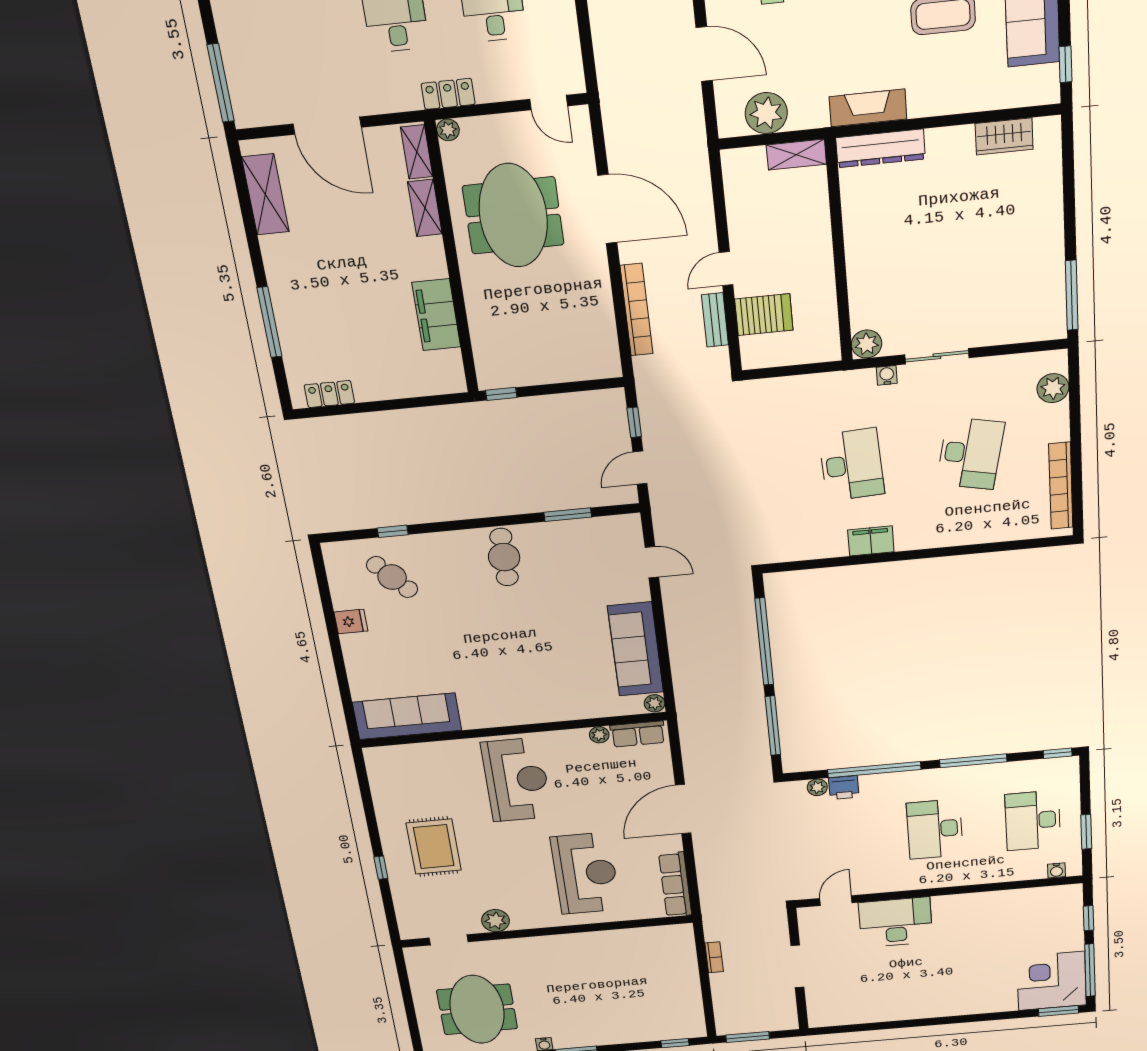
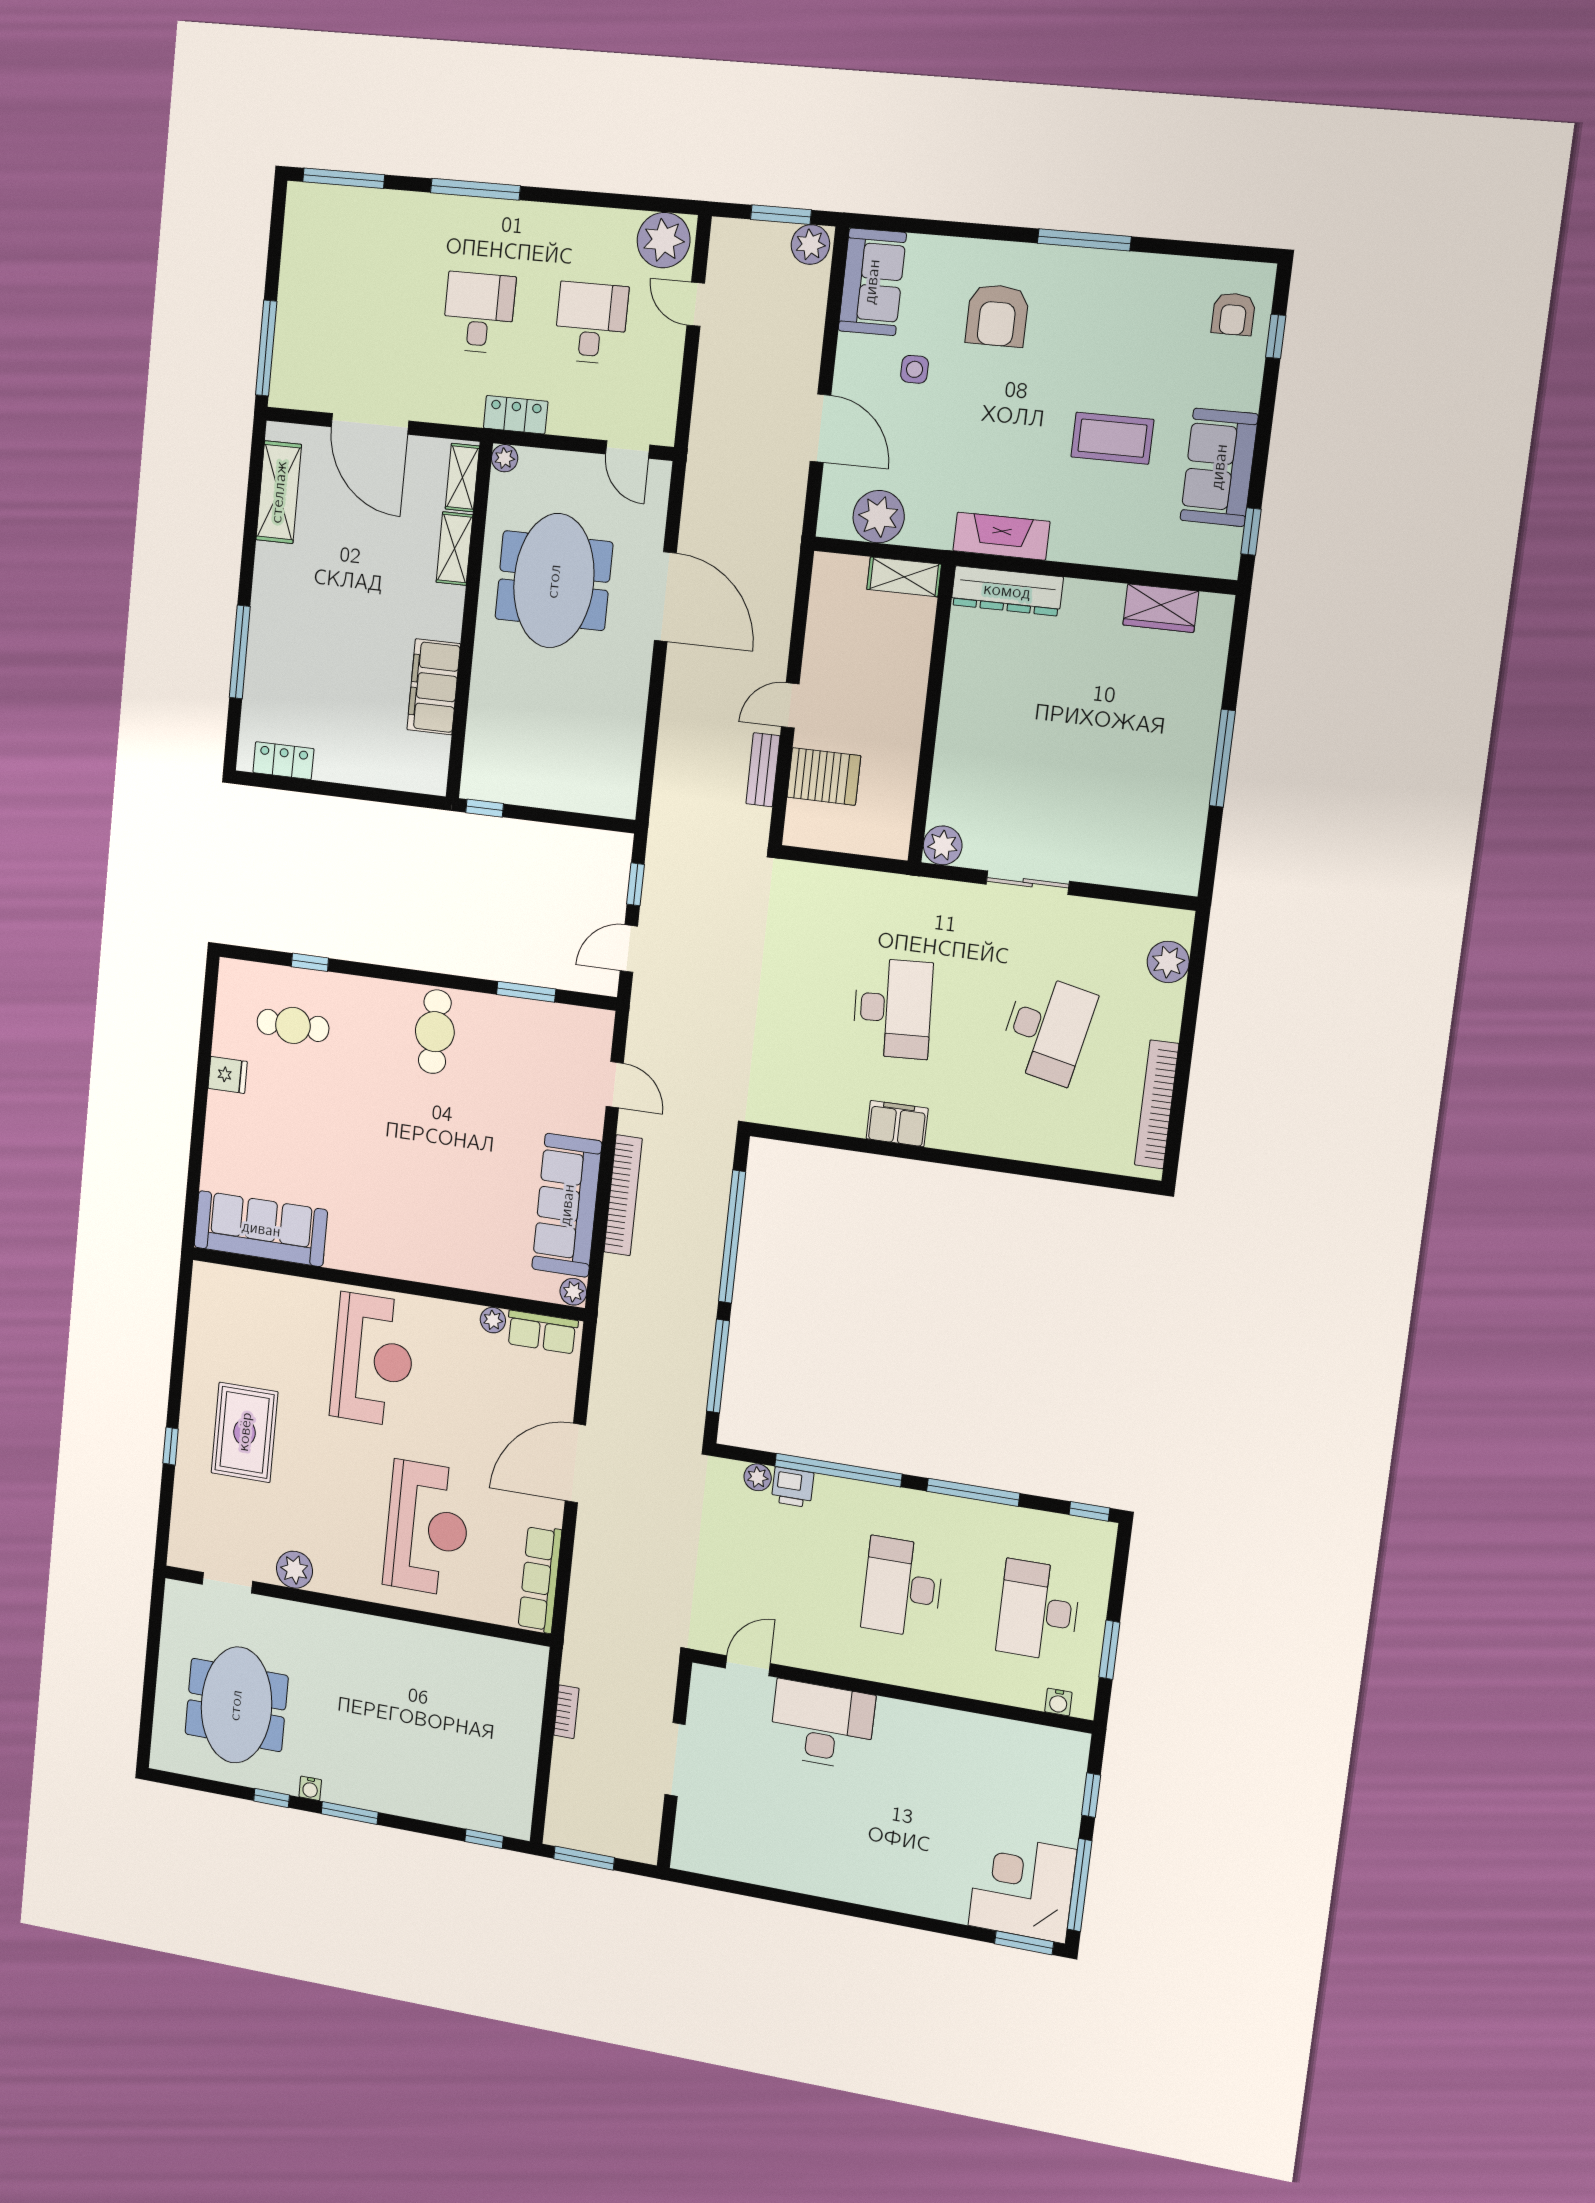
window: (1072, 295) -> (1222, 758), moved
bookcase: (637, 310) -> (623, 1195), moved
water cooler: (887, 375) -> (960, 894), removed
cafe table: (392, 577) -> (293, 1025), turned -48

